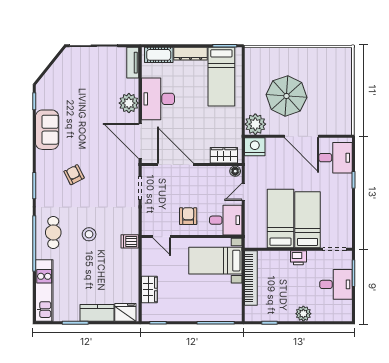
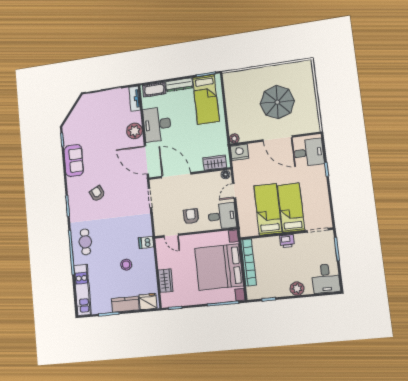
parasol: (286, 96) -> (277, 102), moved
plant: (255, 124) -> (234, 138), width x0.53, depth x0.53
stool: (89, 234) -> (126, 265), moved
bed with nightstands: (215, 261) -> (219, 267), width x1.85
desk: (336, 284) -> (326, 278), moved, turned 90

